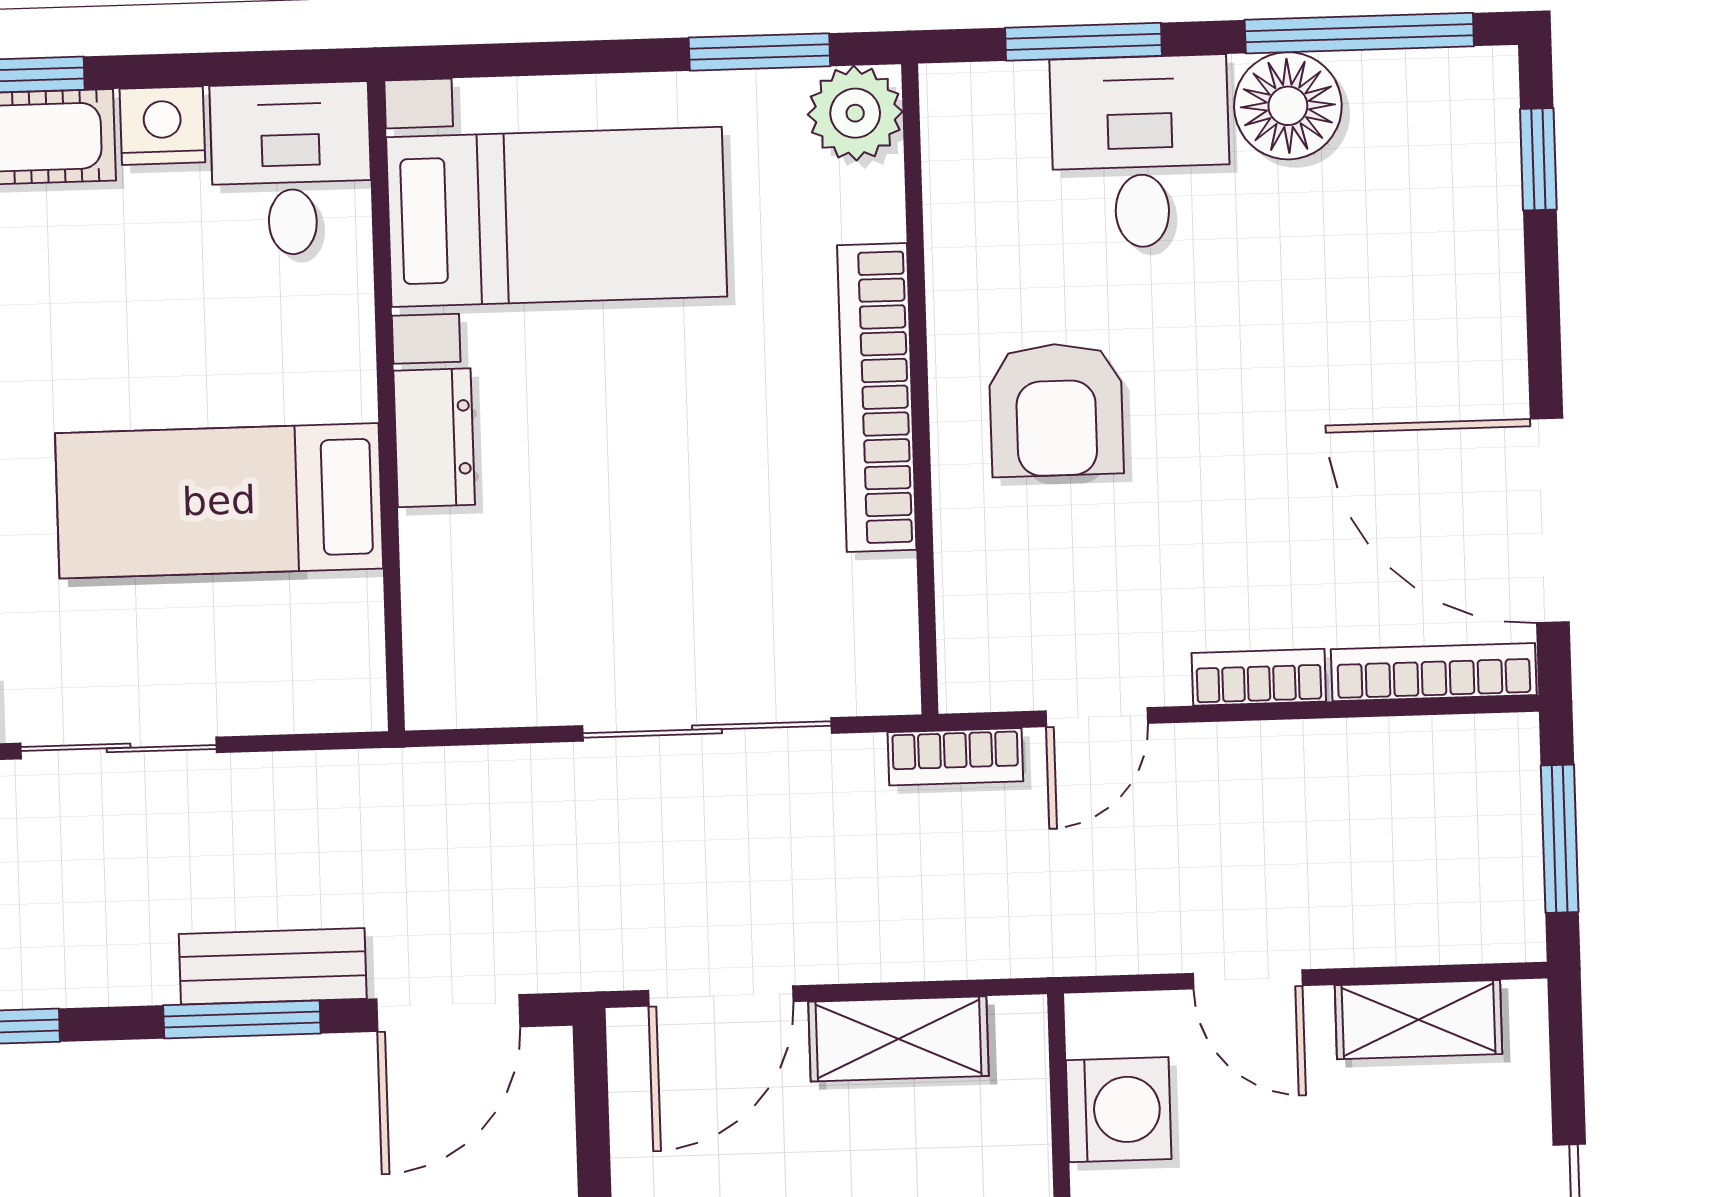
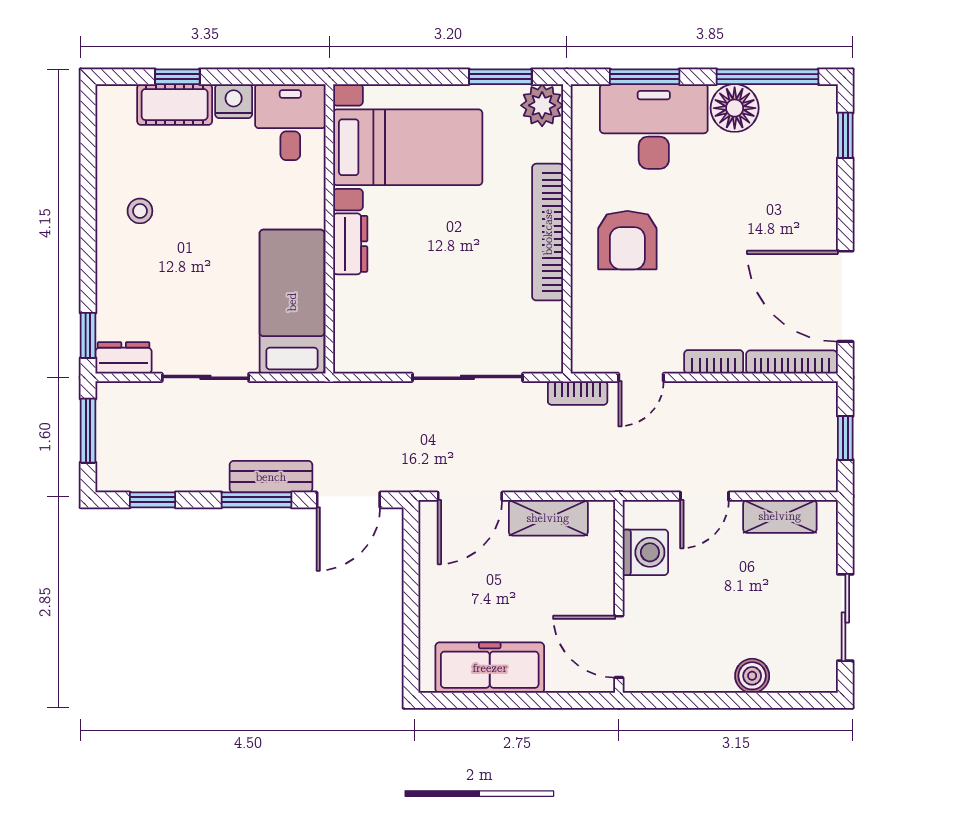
desk: (1141, 152) -> (654, 126), width x1.37
bed: (219, 501) -> (292, 302), moved, turned 90
window: (1560, 839) -> (845, 438), width x0.67
door: (1248, 979) -> (705, 496), hinge flipped

